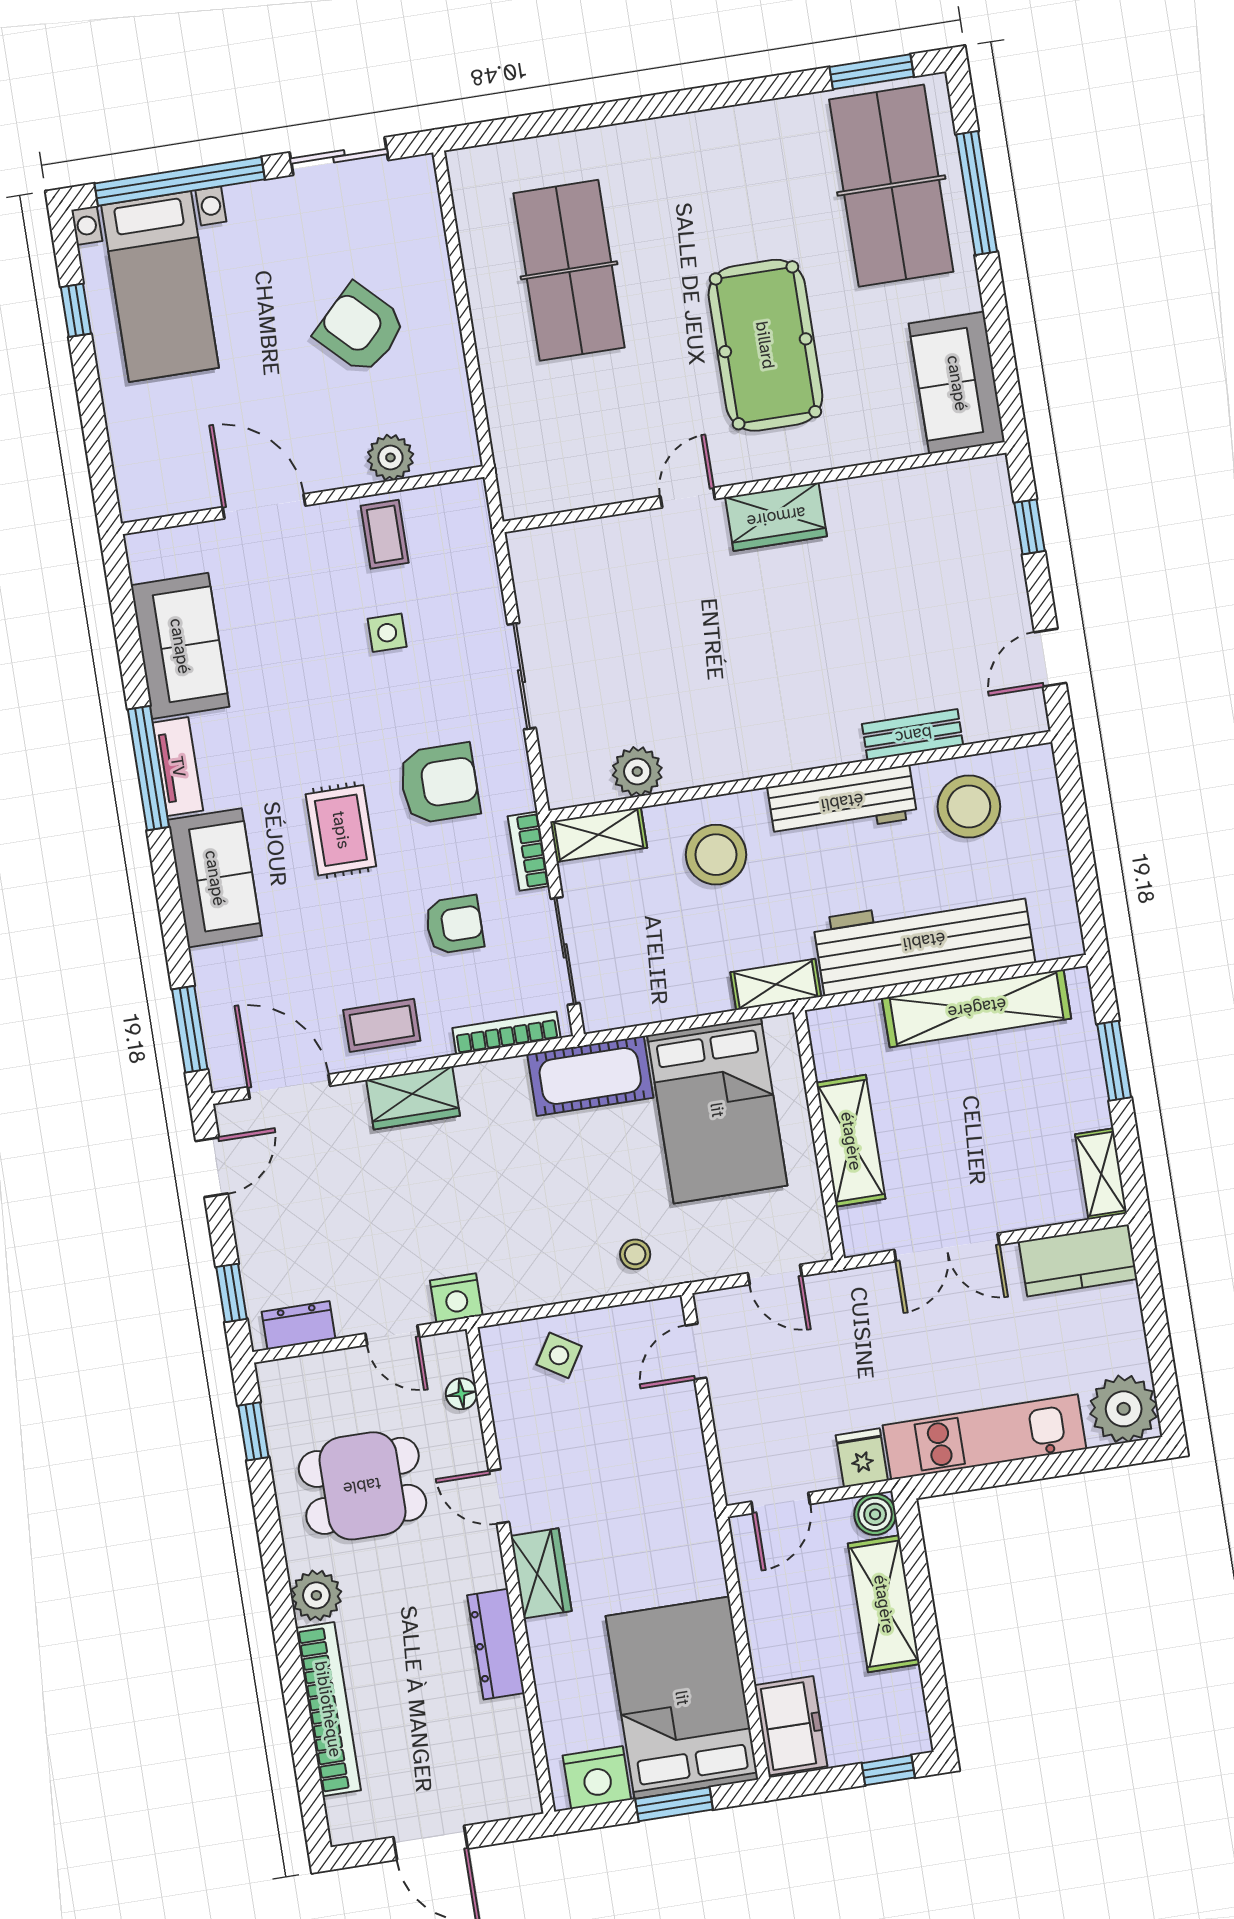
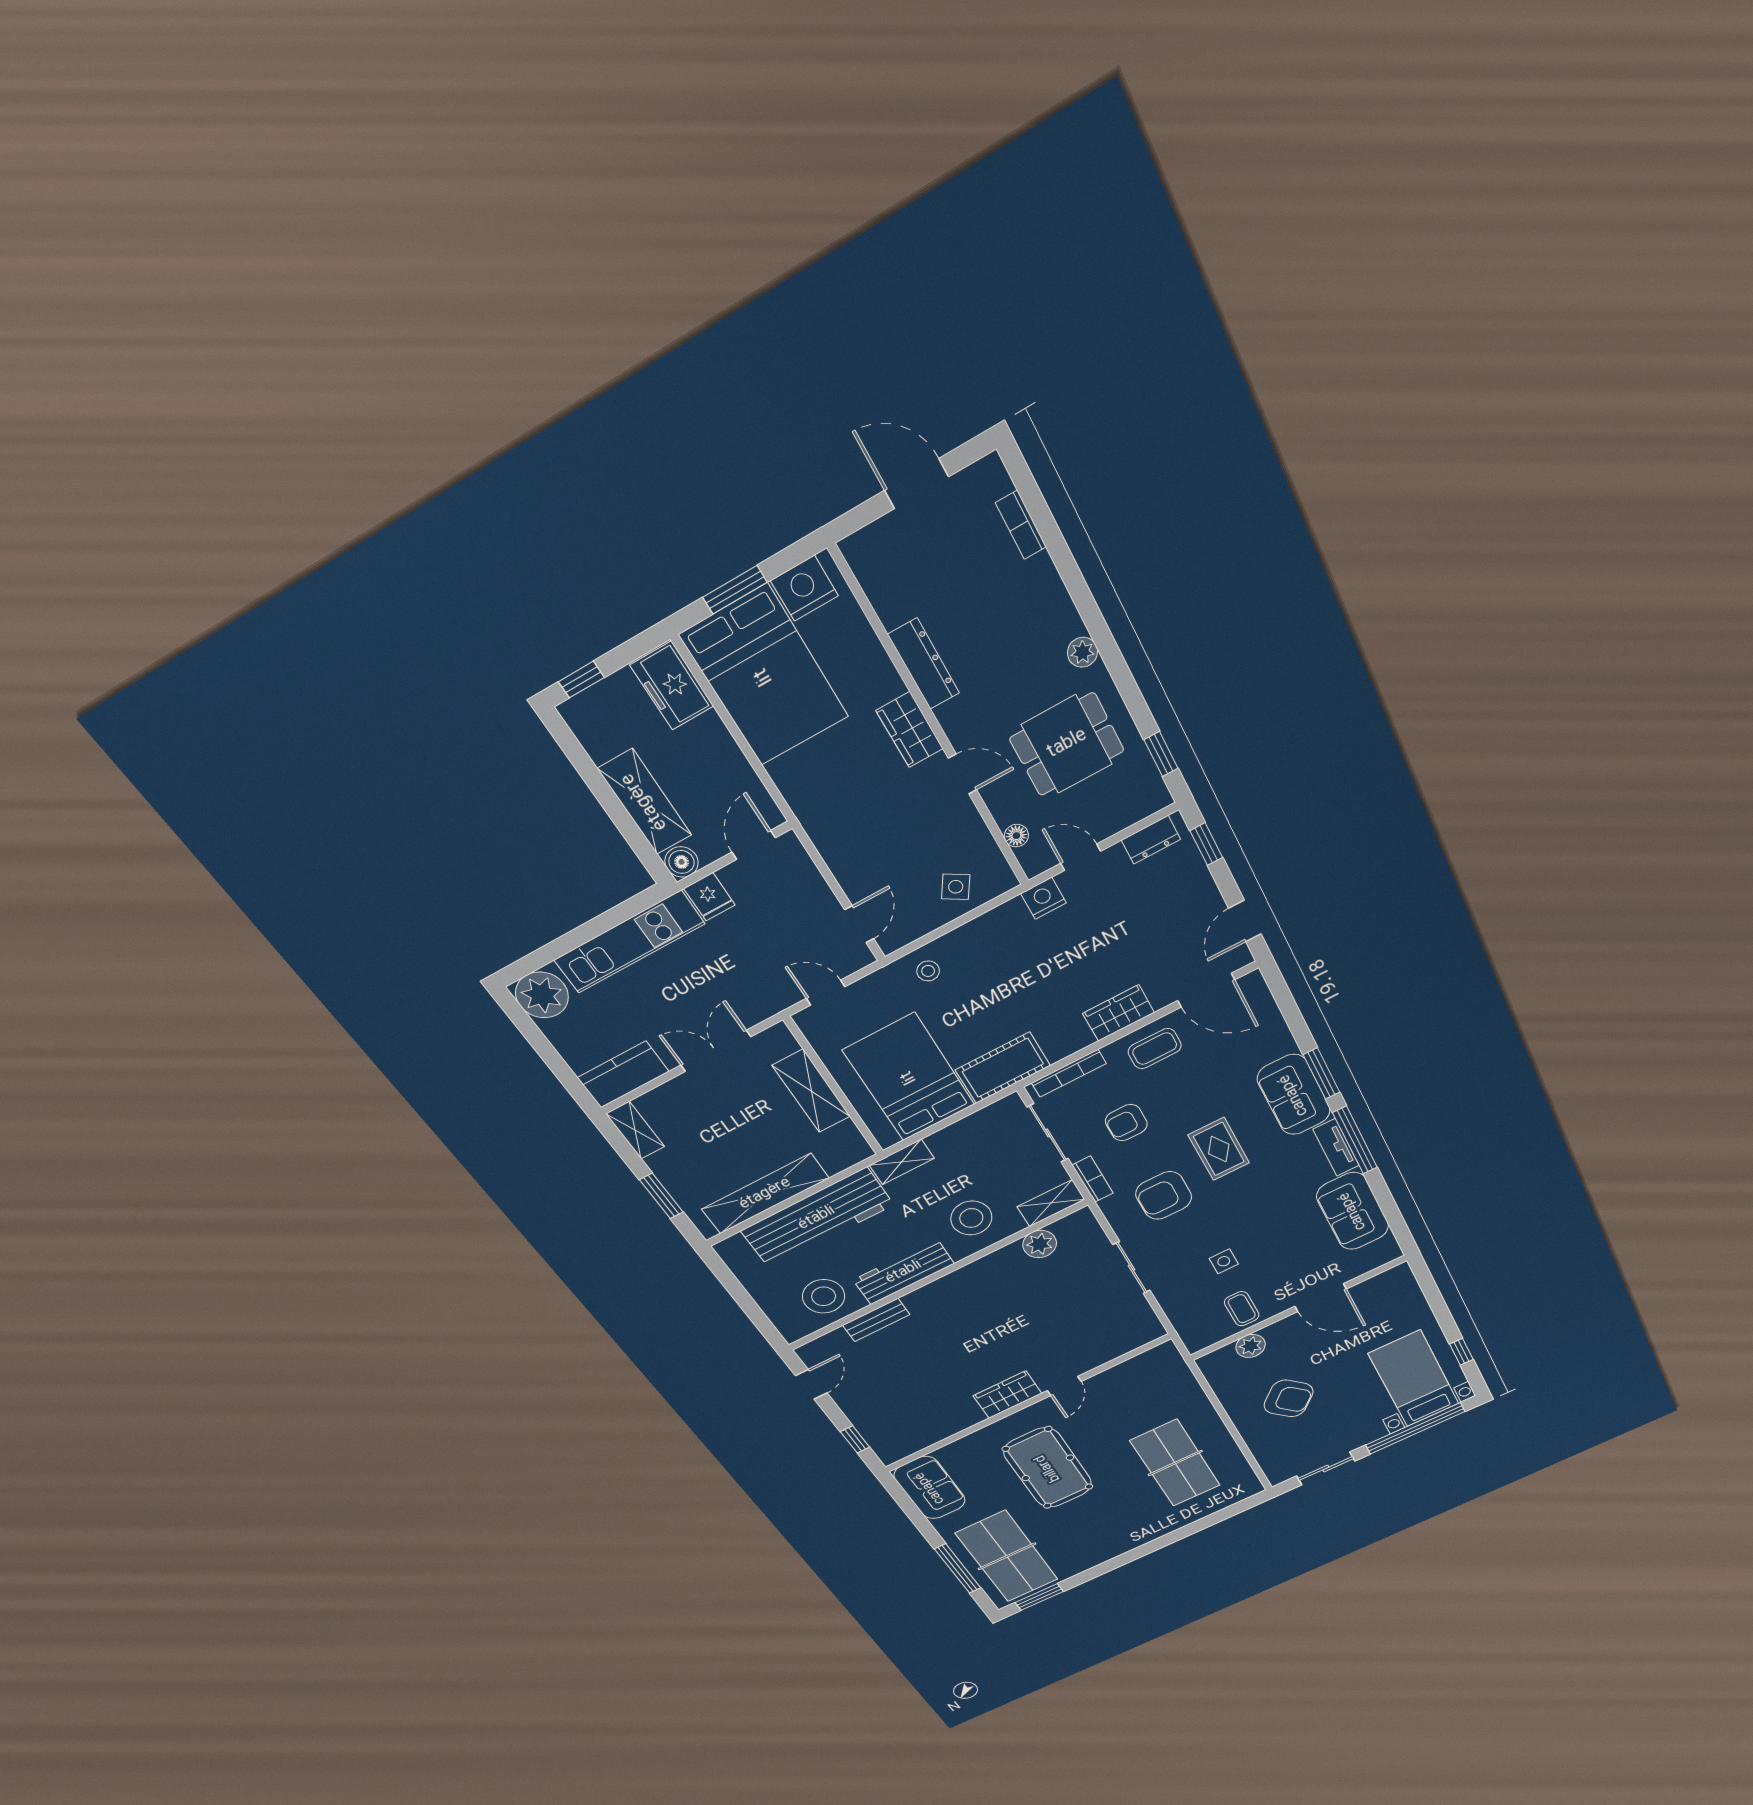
window: (190, 1029) -> (1322, 1074), moved
plant: (316, 1595) -> (1083, 652), width x0.73, depth x0.73
bookcase: (328, 1709) -> (1021, 525), width x0.43, depth x0.76

